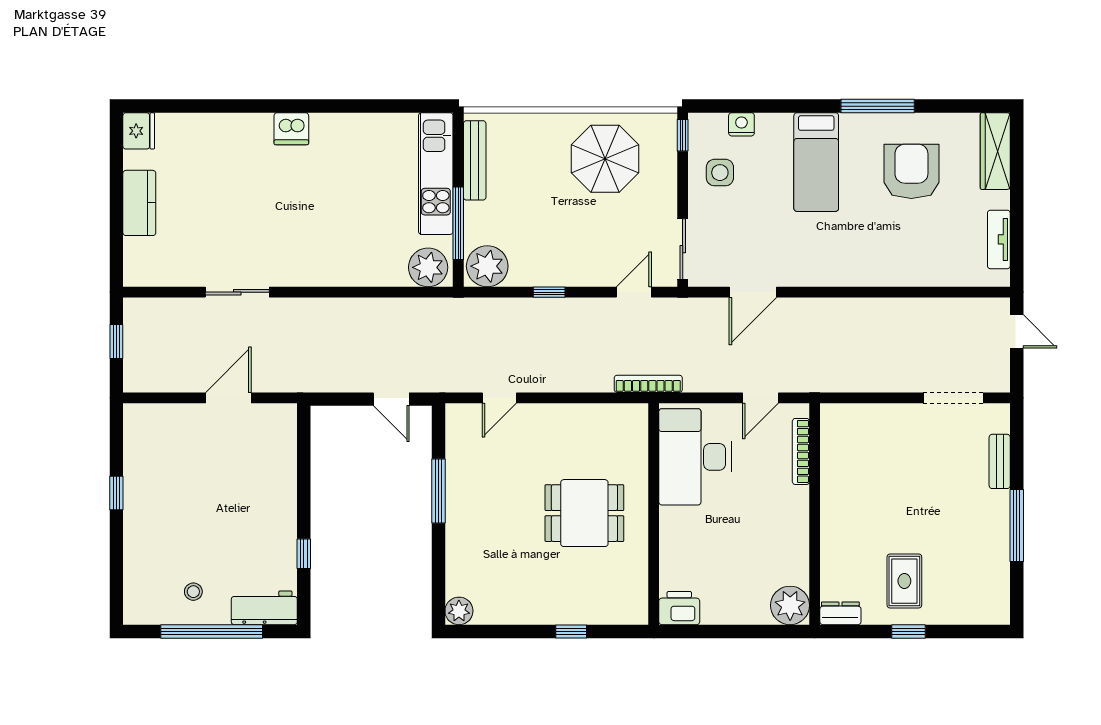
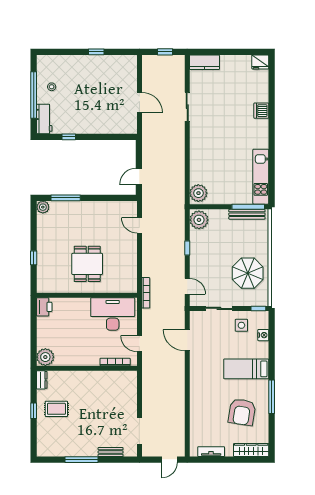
dishwasher: (291, 129) -> (261, 111), moved
armchair: (911, 171) -> (242, 412), turned 99
kitchen unit: (436, 174) -> (261, 177), moved, turned -90
kitchen counter: (139, 203) -> (204, 62), moved
window: (458, 223) -> (248, 207), moved
sliding door: (683, 249) -> (219, 308), moved
window: (438, 491) -> (66, 198), moved

